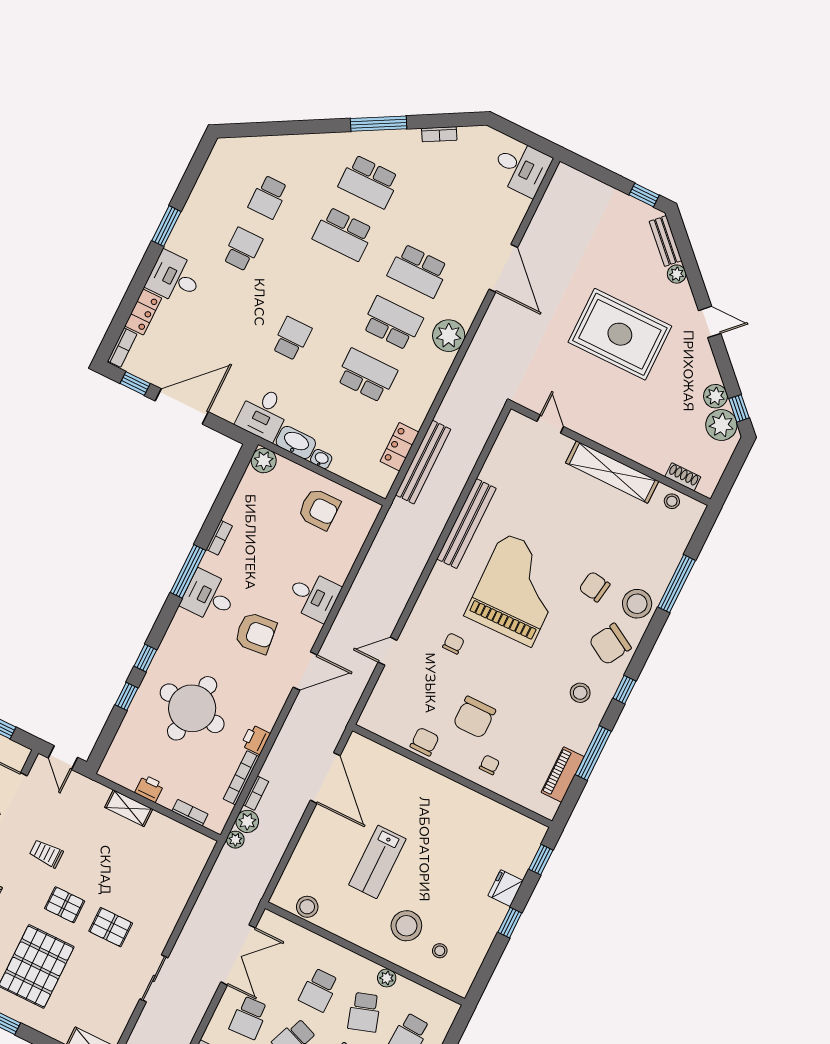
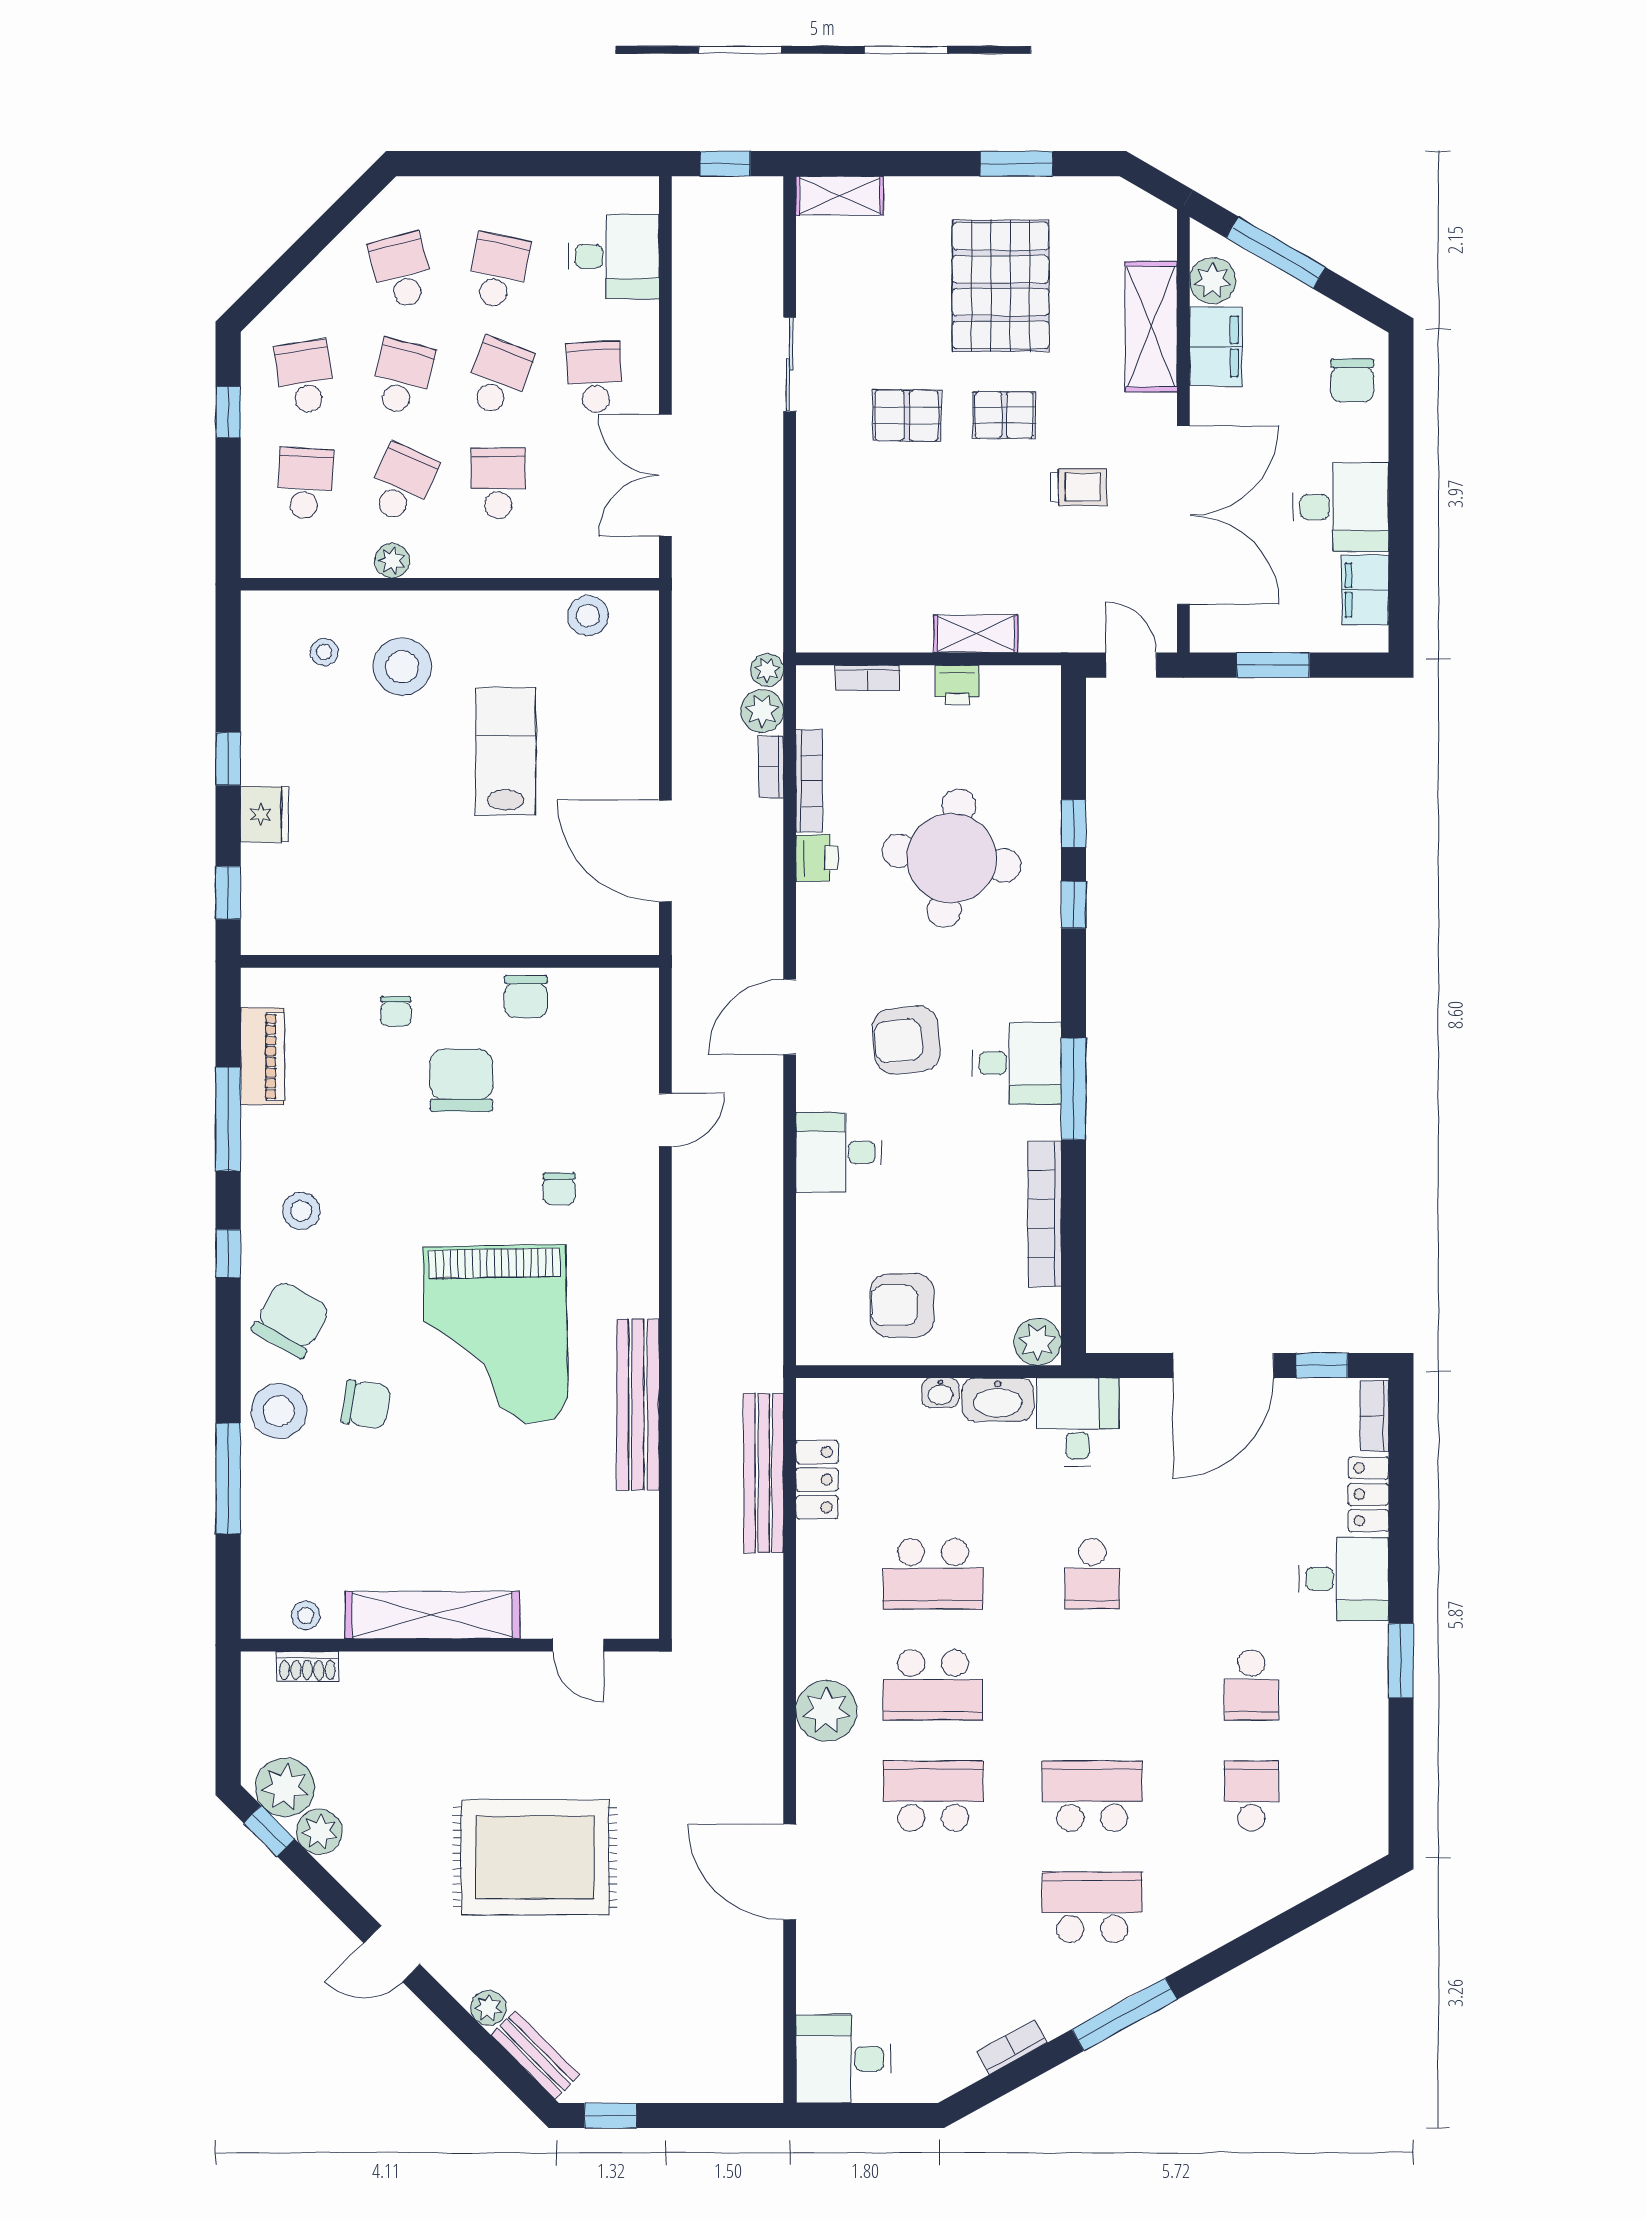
bookcase: (219, 538) -> (1045, 1214), width x2.31, depth x1.31
school desk: (364, 1012) -> (402, 483), turned 42

